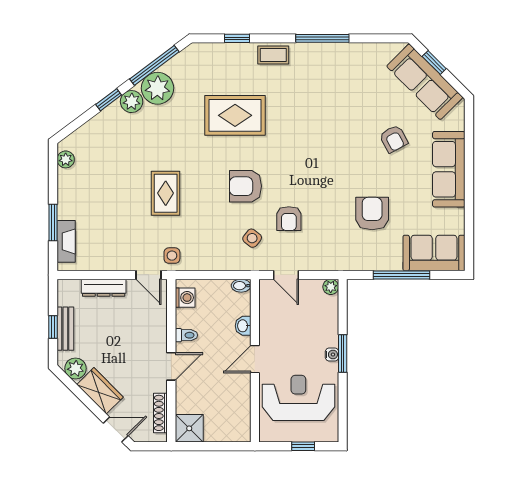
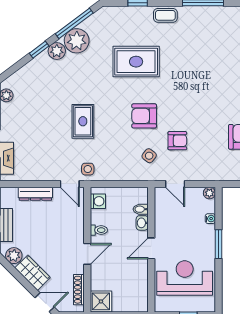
armchair: (289, 219) -> (177, 141), turned -90
bidet: (241, 286) -> (141, 209), moved
water cooler: (332, 355) -> (210, 219), moved

